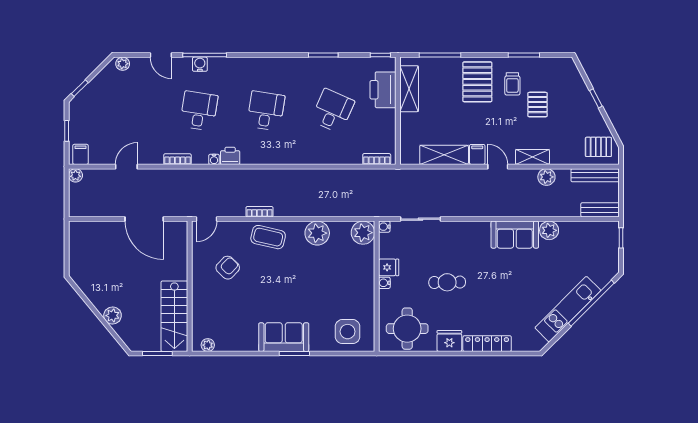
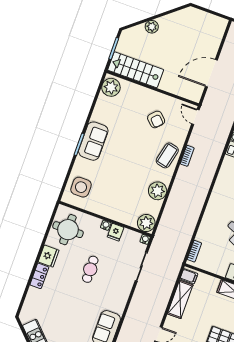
filing cabinet: (477, 154) -> (189, 276), moved
locker: (487, 344) -> (39, 276), width x0.66
plant: (208, 345) -> (111, 87), width x1.88, depth x1.88

